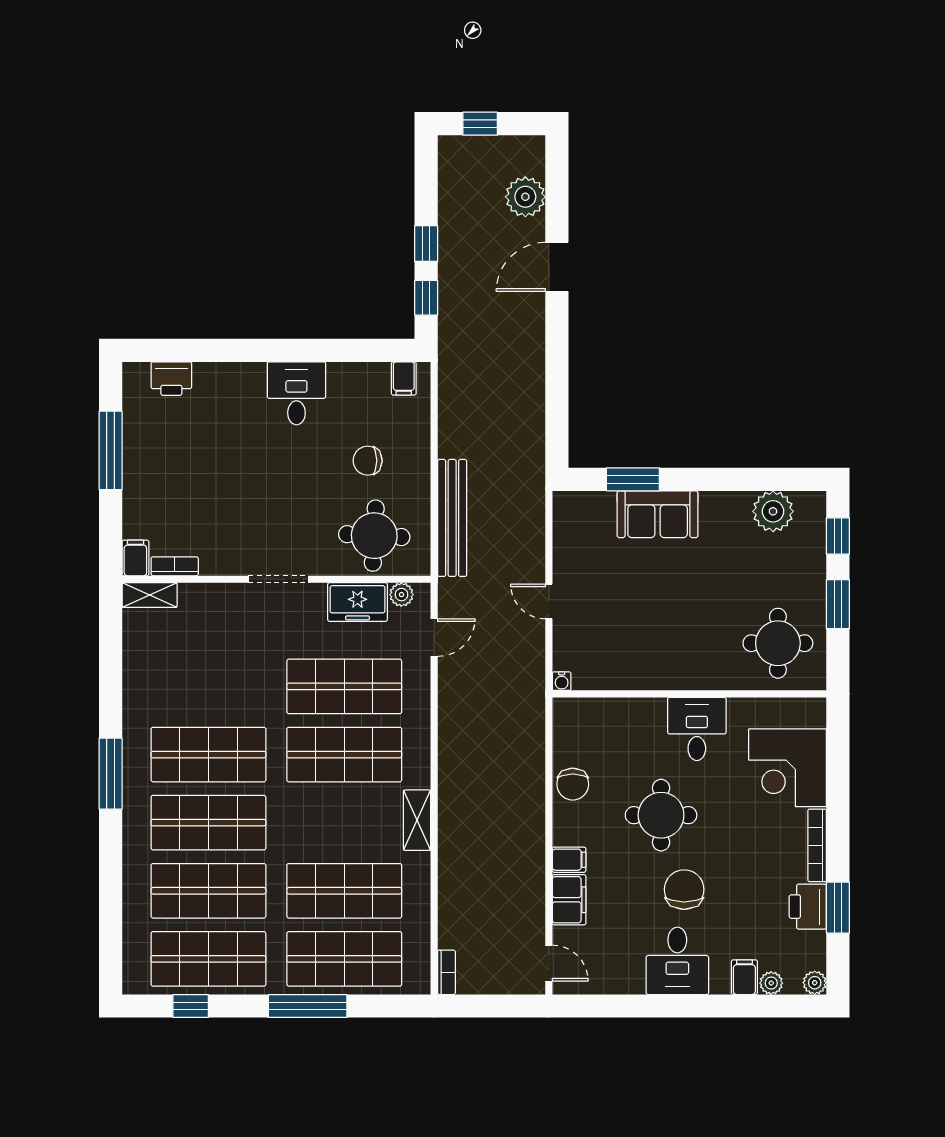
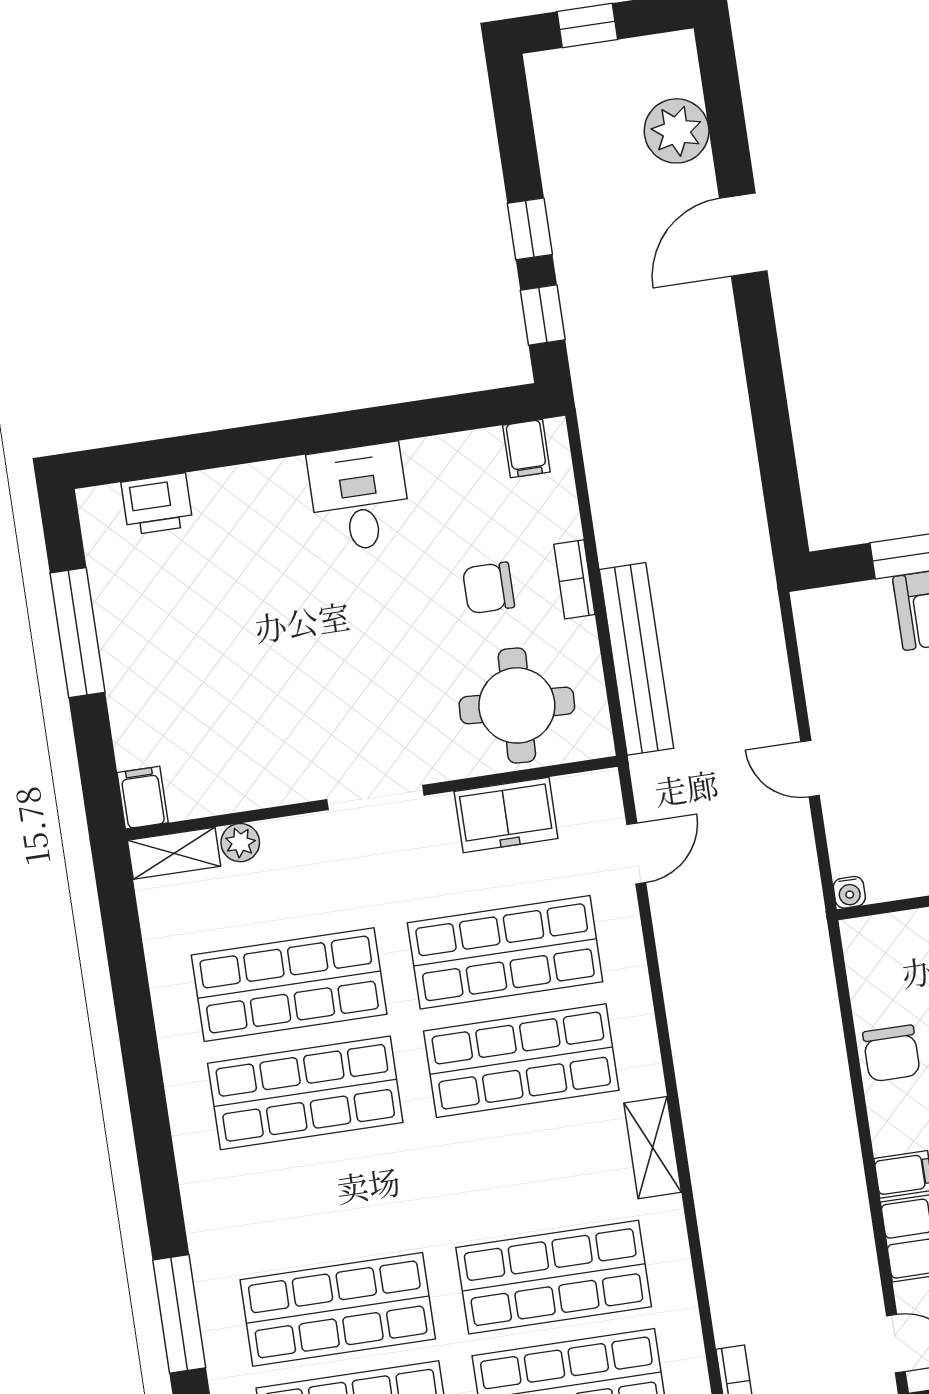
bookcase: (175, 566) -> (574, 579), moved, turned -90
plant: (401, 595) -> (240, 843), moved
window: (111, 774) -> (179, 1314), moved
shop shelf: (208, 823) -> (289, 985), moved

